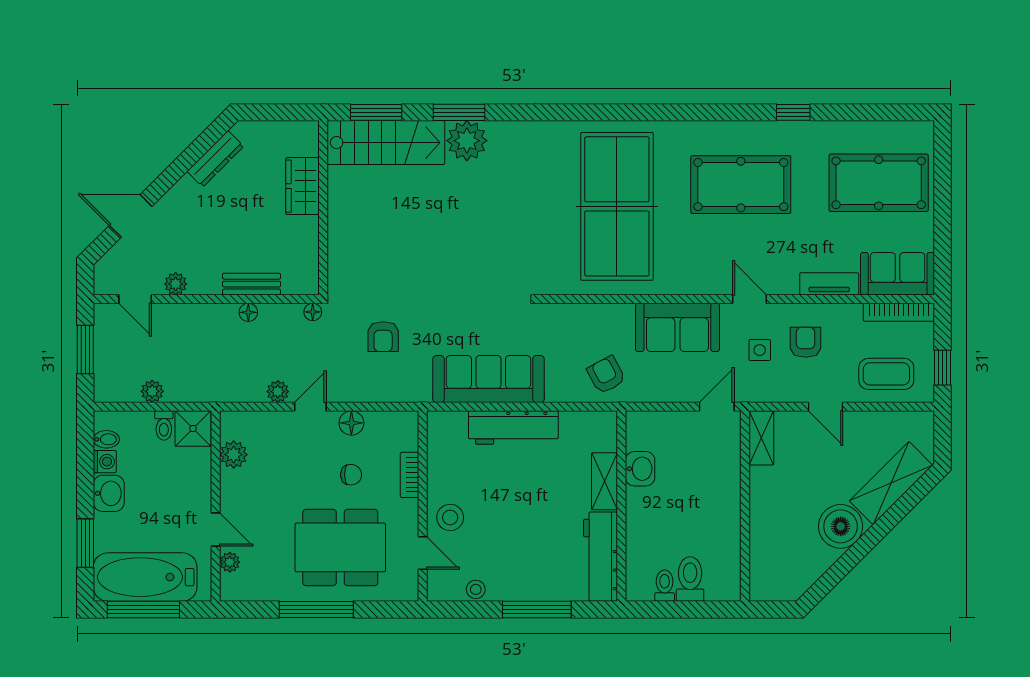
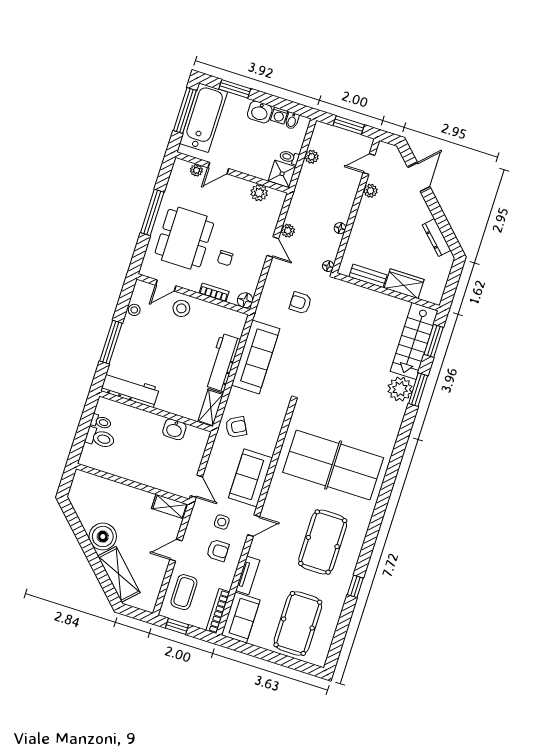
bench: (252, 284) -> (368, 276), moved, turned 90
floor lamp: (351, 423) -> (245, 300), moved
shelving: (605, 481) -> (211, 408), moved, turned 90

